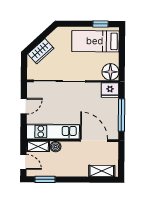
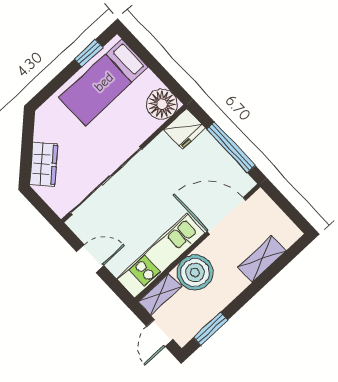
door: (24, 106) -> (90, 259), hinge flipped
boiler: (56, 147) -> (195, 273), width x1.86, depth x1.86
door: (23, 162) -> (160, 333), swing flipped
shelving: (102, 171) -> (262, 259), moved

